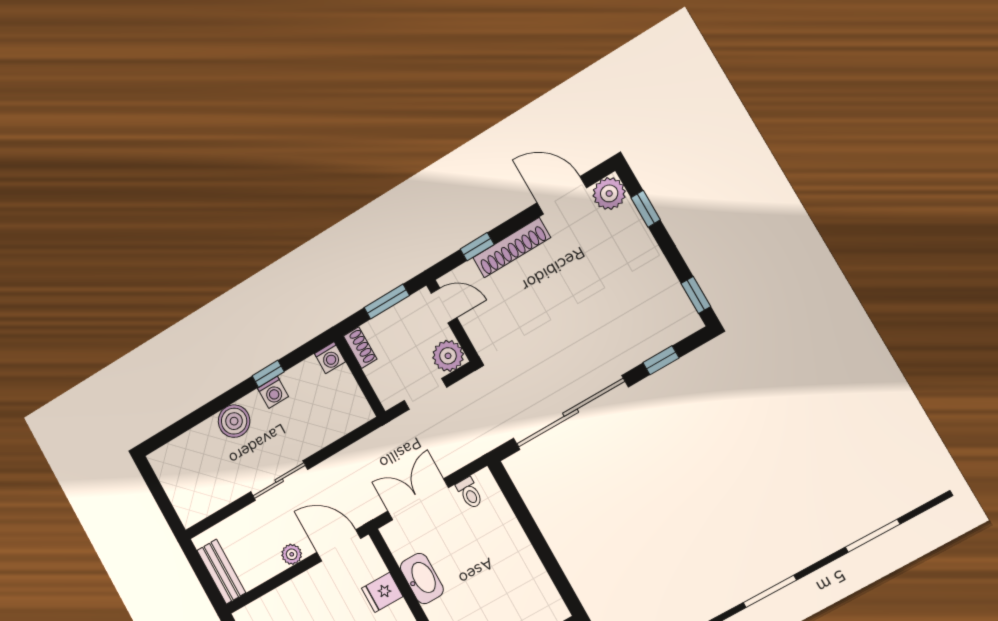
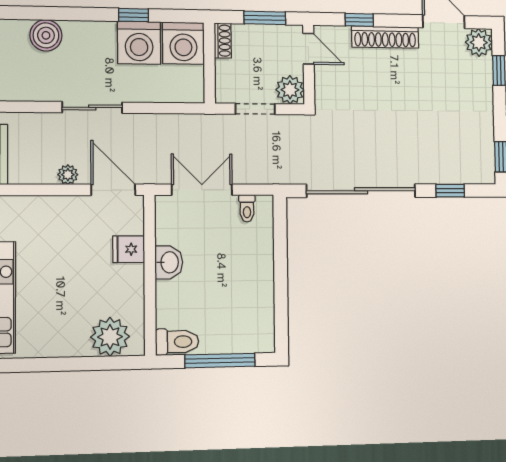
washing machine: (330, 358) -> (183, 43), width x1.89, depth x1.89
washing machine: (273, 392) -> (139, 43), width x1.89, depth x1.89
boiler: (234, 421) -> (46, 35), moved
washbasin: (422, 578) -> (169, 262), width x0.72

